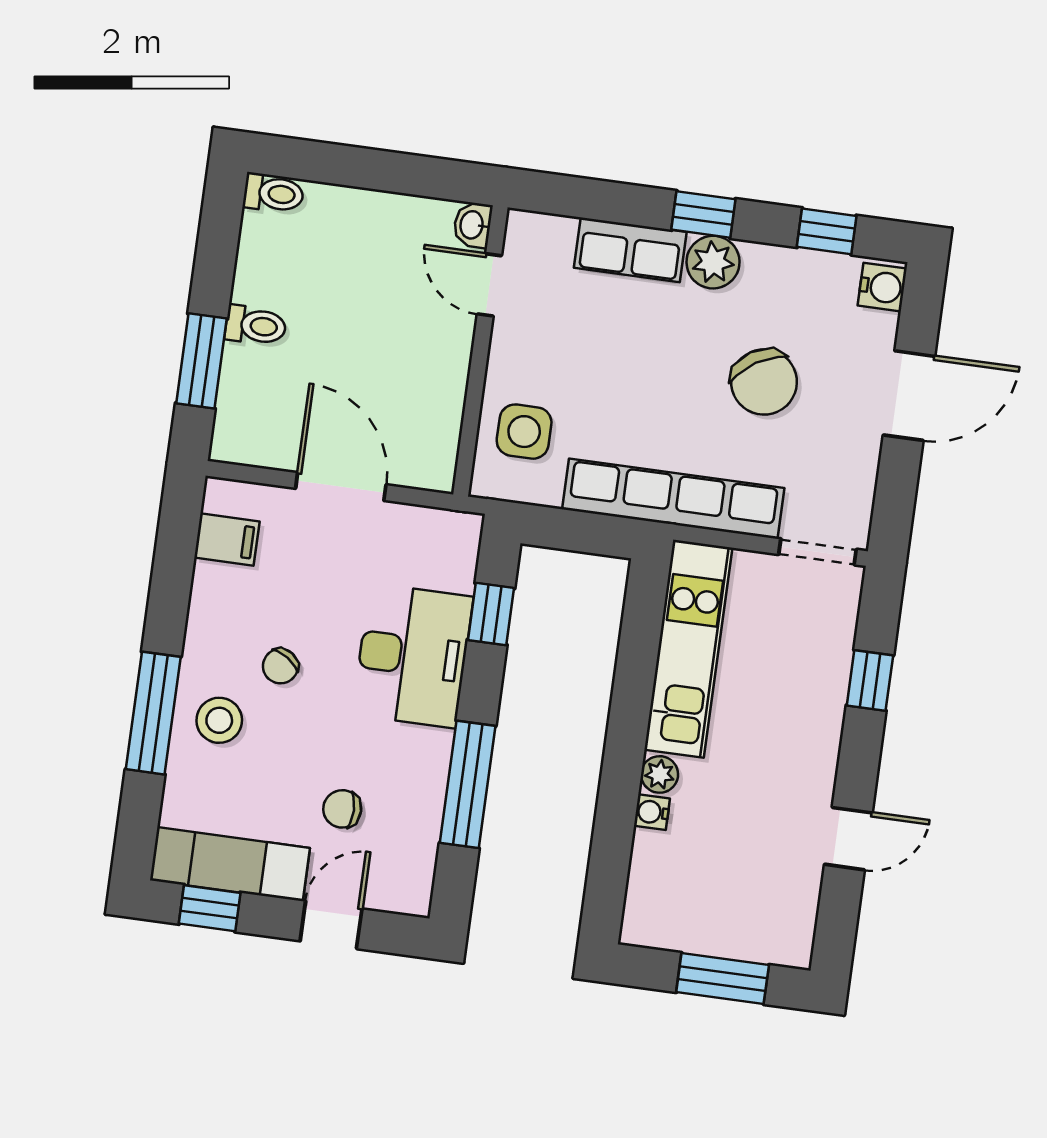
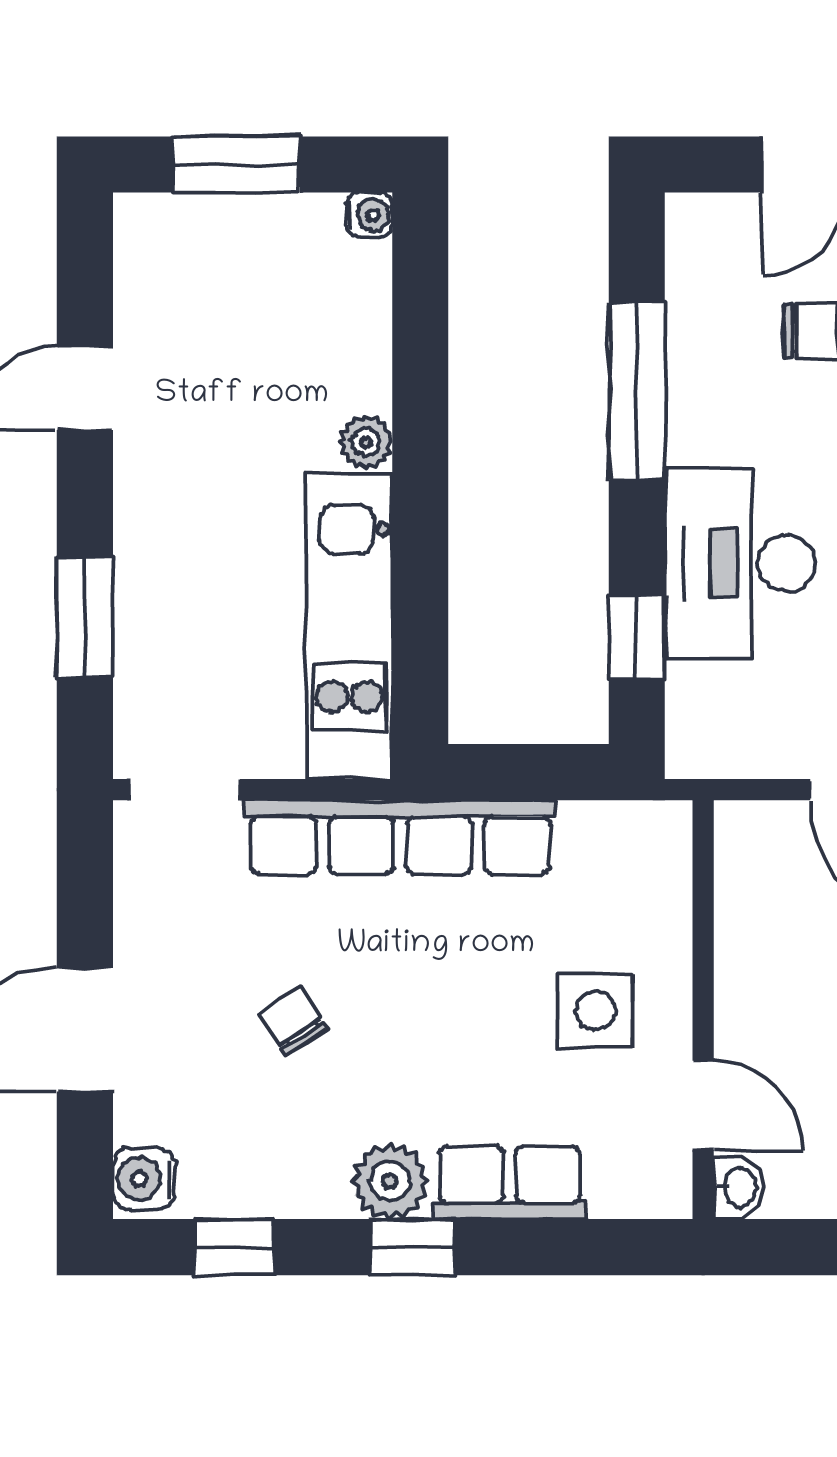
chair: (764, 382) -> (294, 1021), width x0.54, depth x0.54
side table: (524, 432) -> (595, 1010), moved
window: (870, 680) -> (85, 617), width x1.50
water cooler: (652, 812) -> (369, 215), moved

